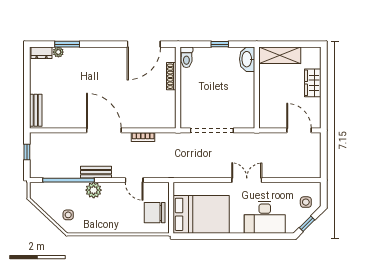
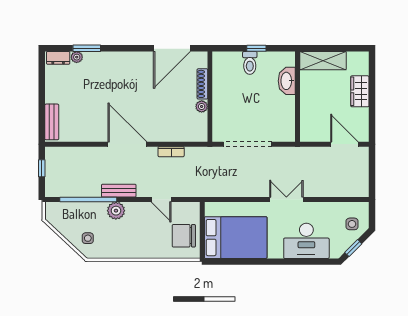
toilet: (186, 57) -> (250, 63), moved
washbasin: (247, 59) -> (287, 81), moved
plant: (171, 96) -> (202, 106), added

